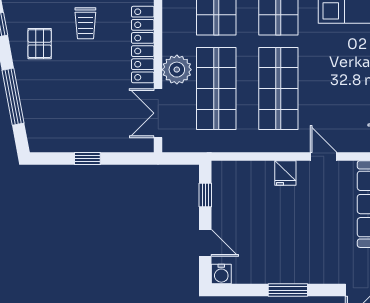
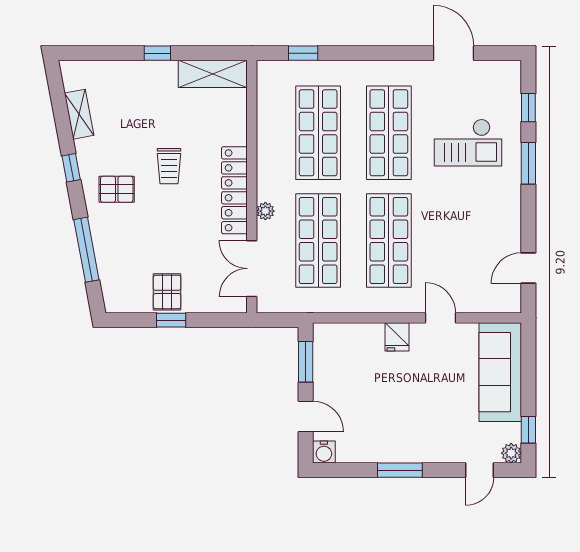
pallet: (40, 44) -> (117, 189), turned 90
plant: (177, 70) -> (265, 211), width x0.53, depth x0.53
pallet: (84, 134) -> (167, 292), added
window: (205, 195) -> (306, 362), width x1.50

